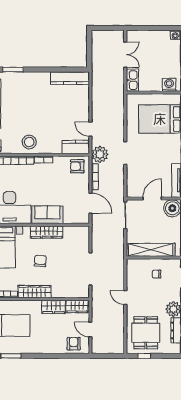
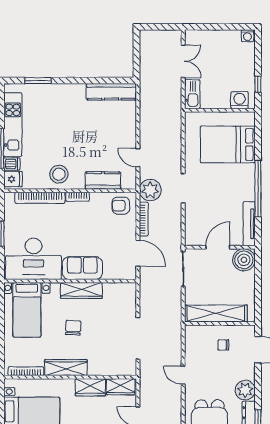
kitchen counter: (76, 147) -> (103, 180), moved

